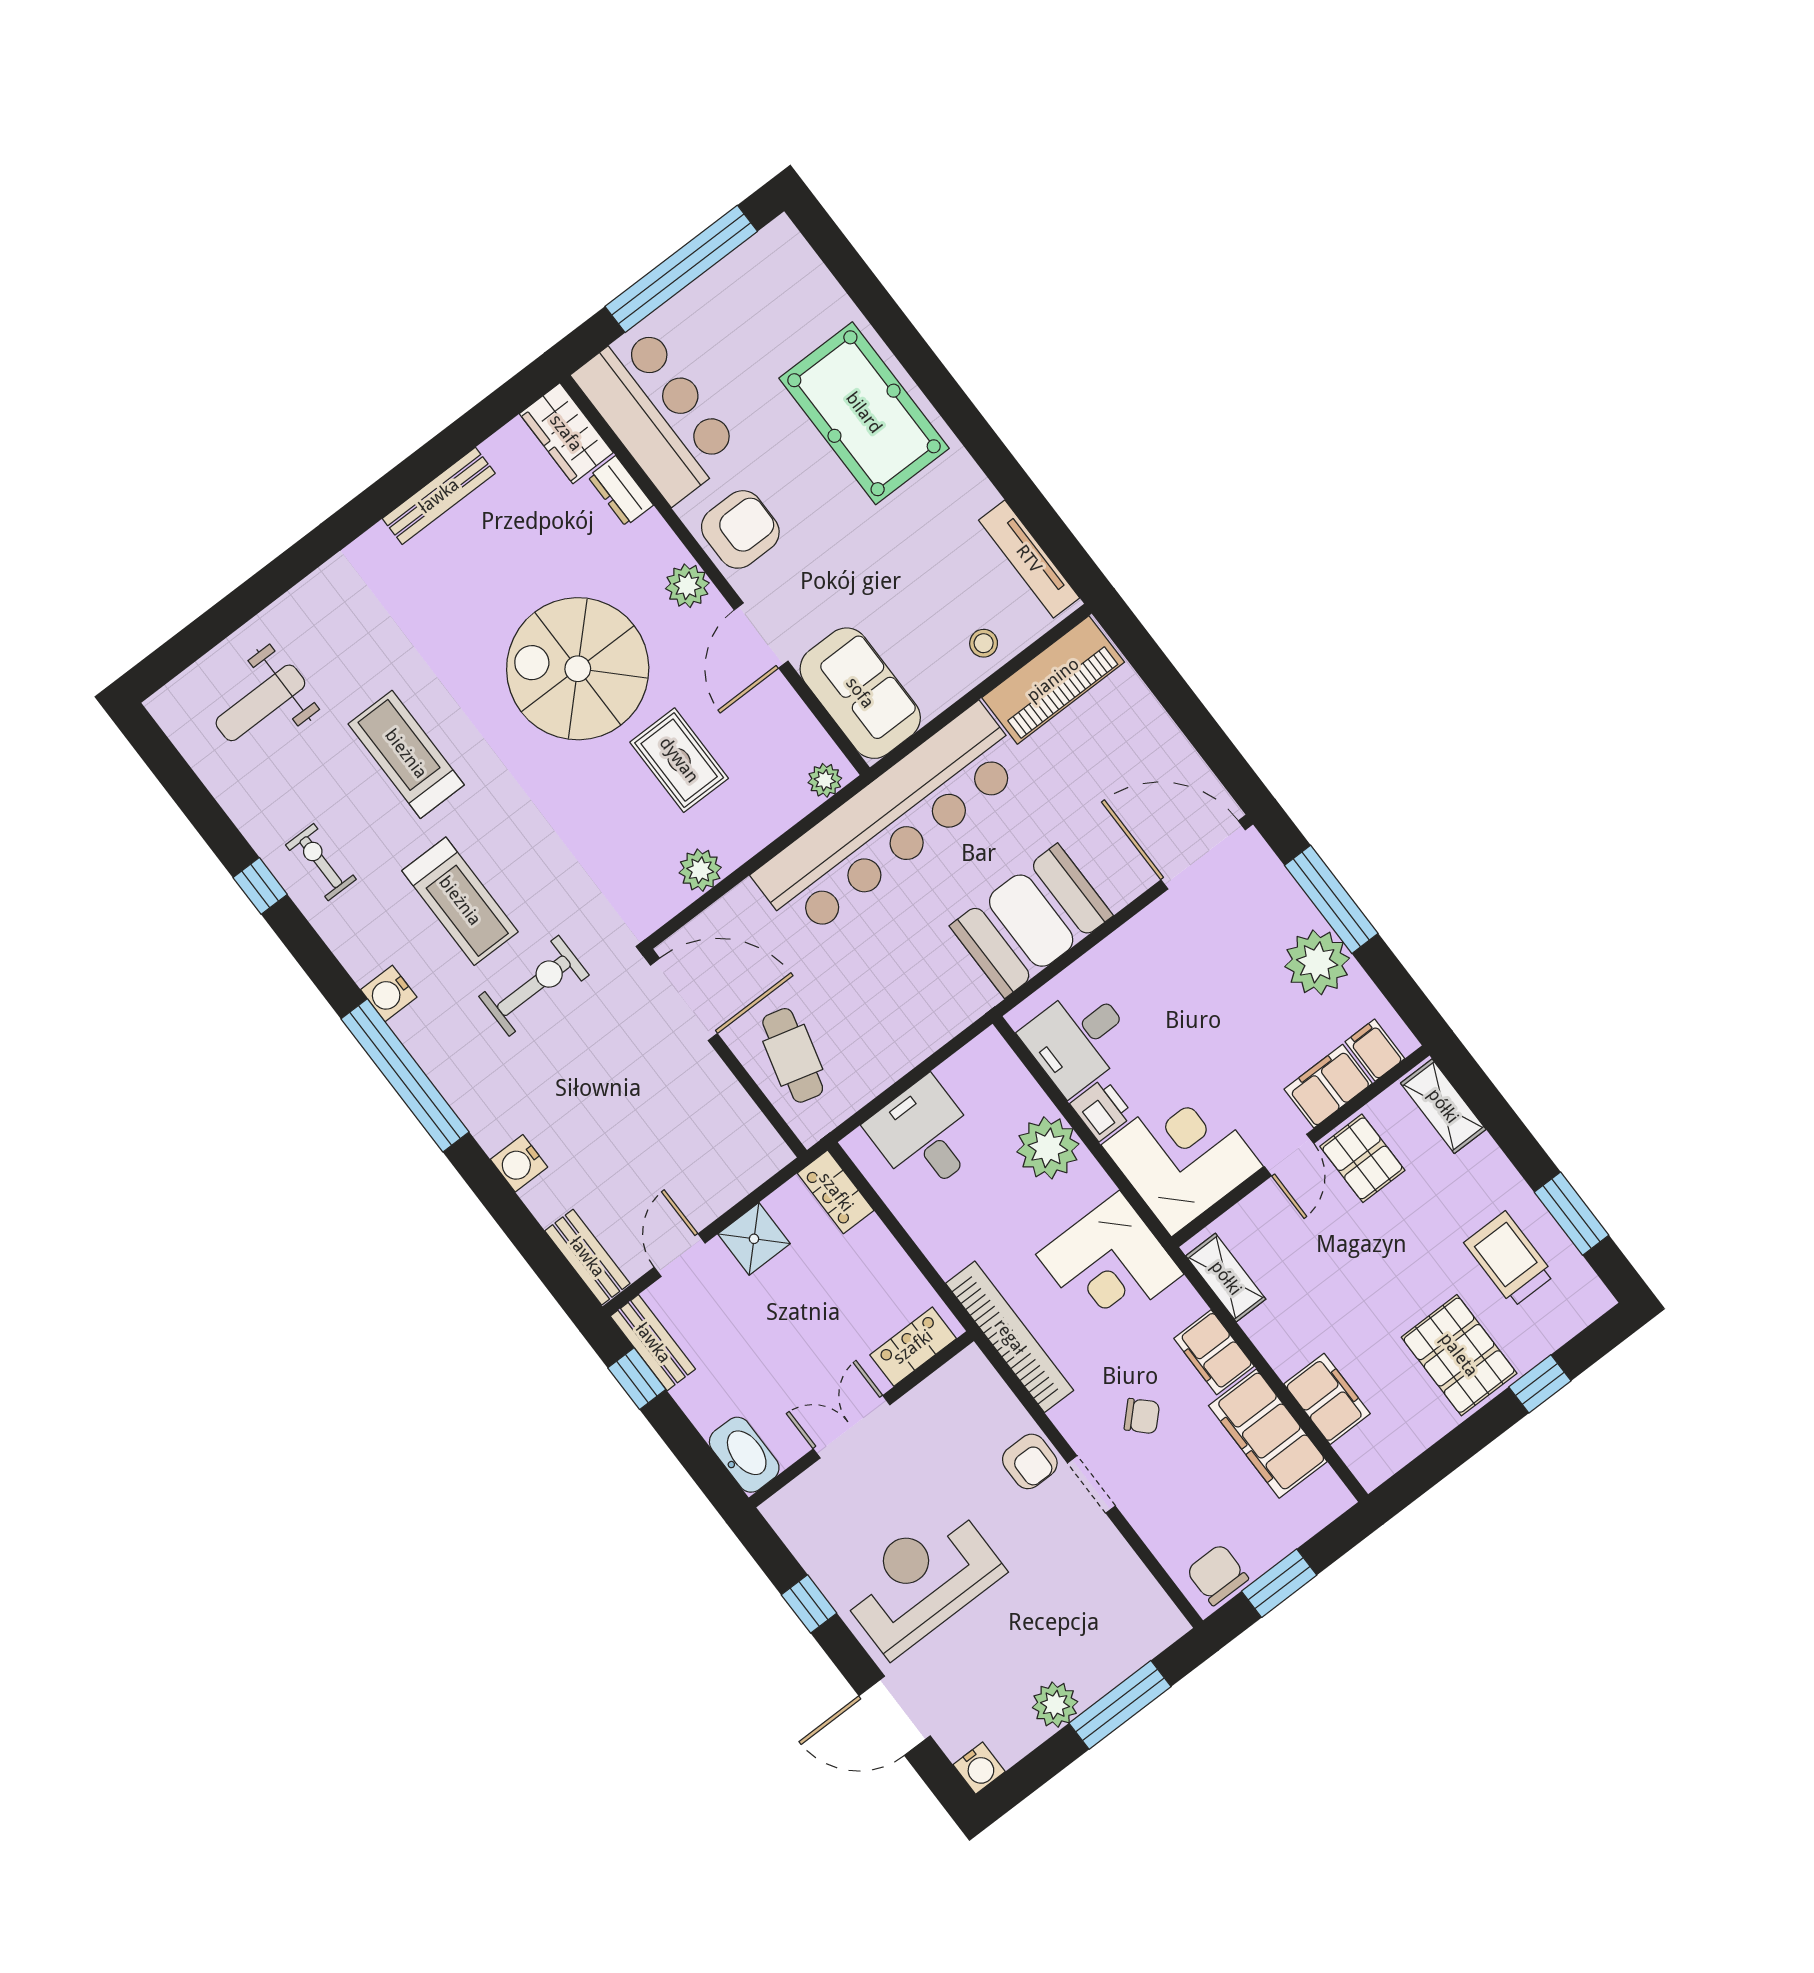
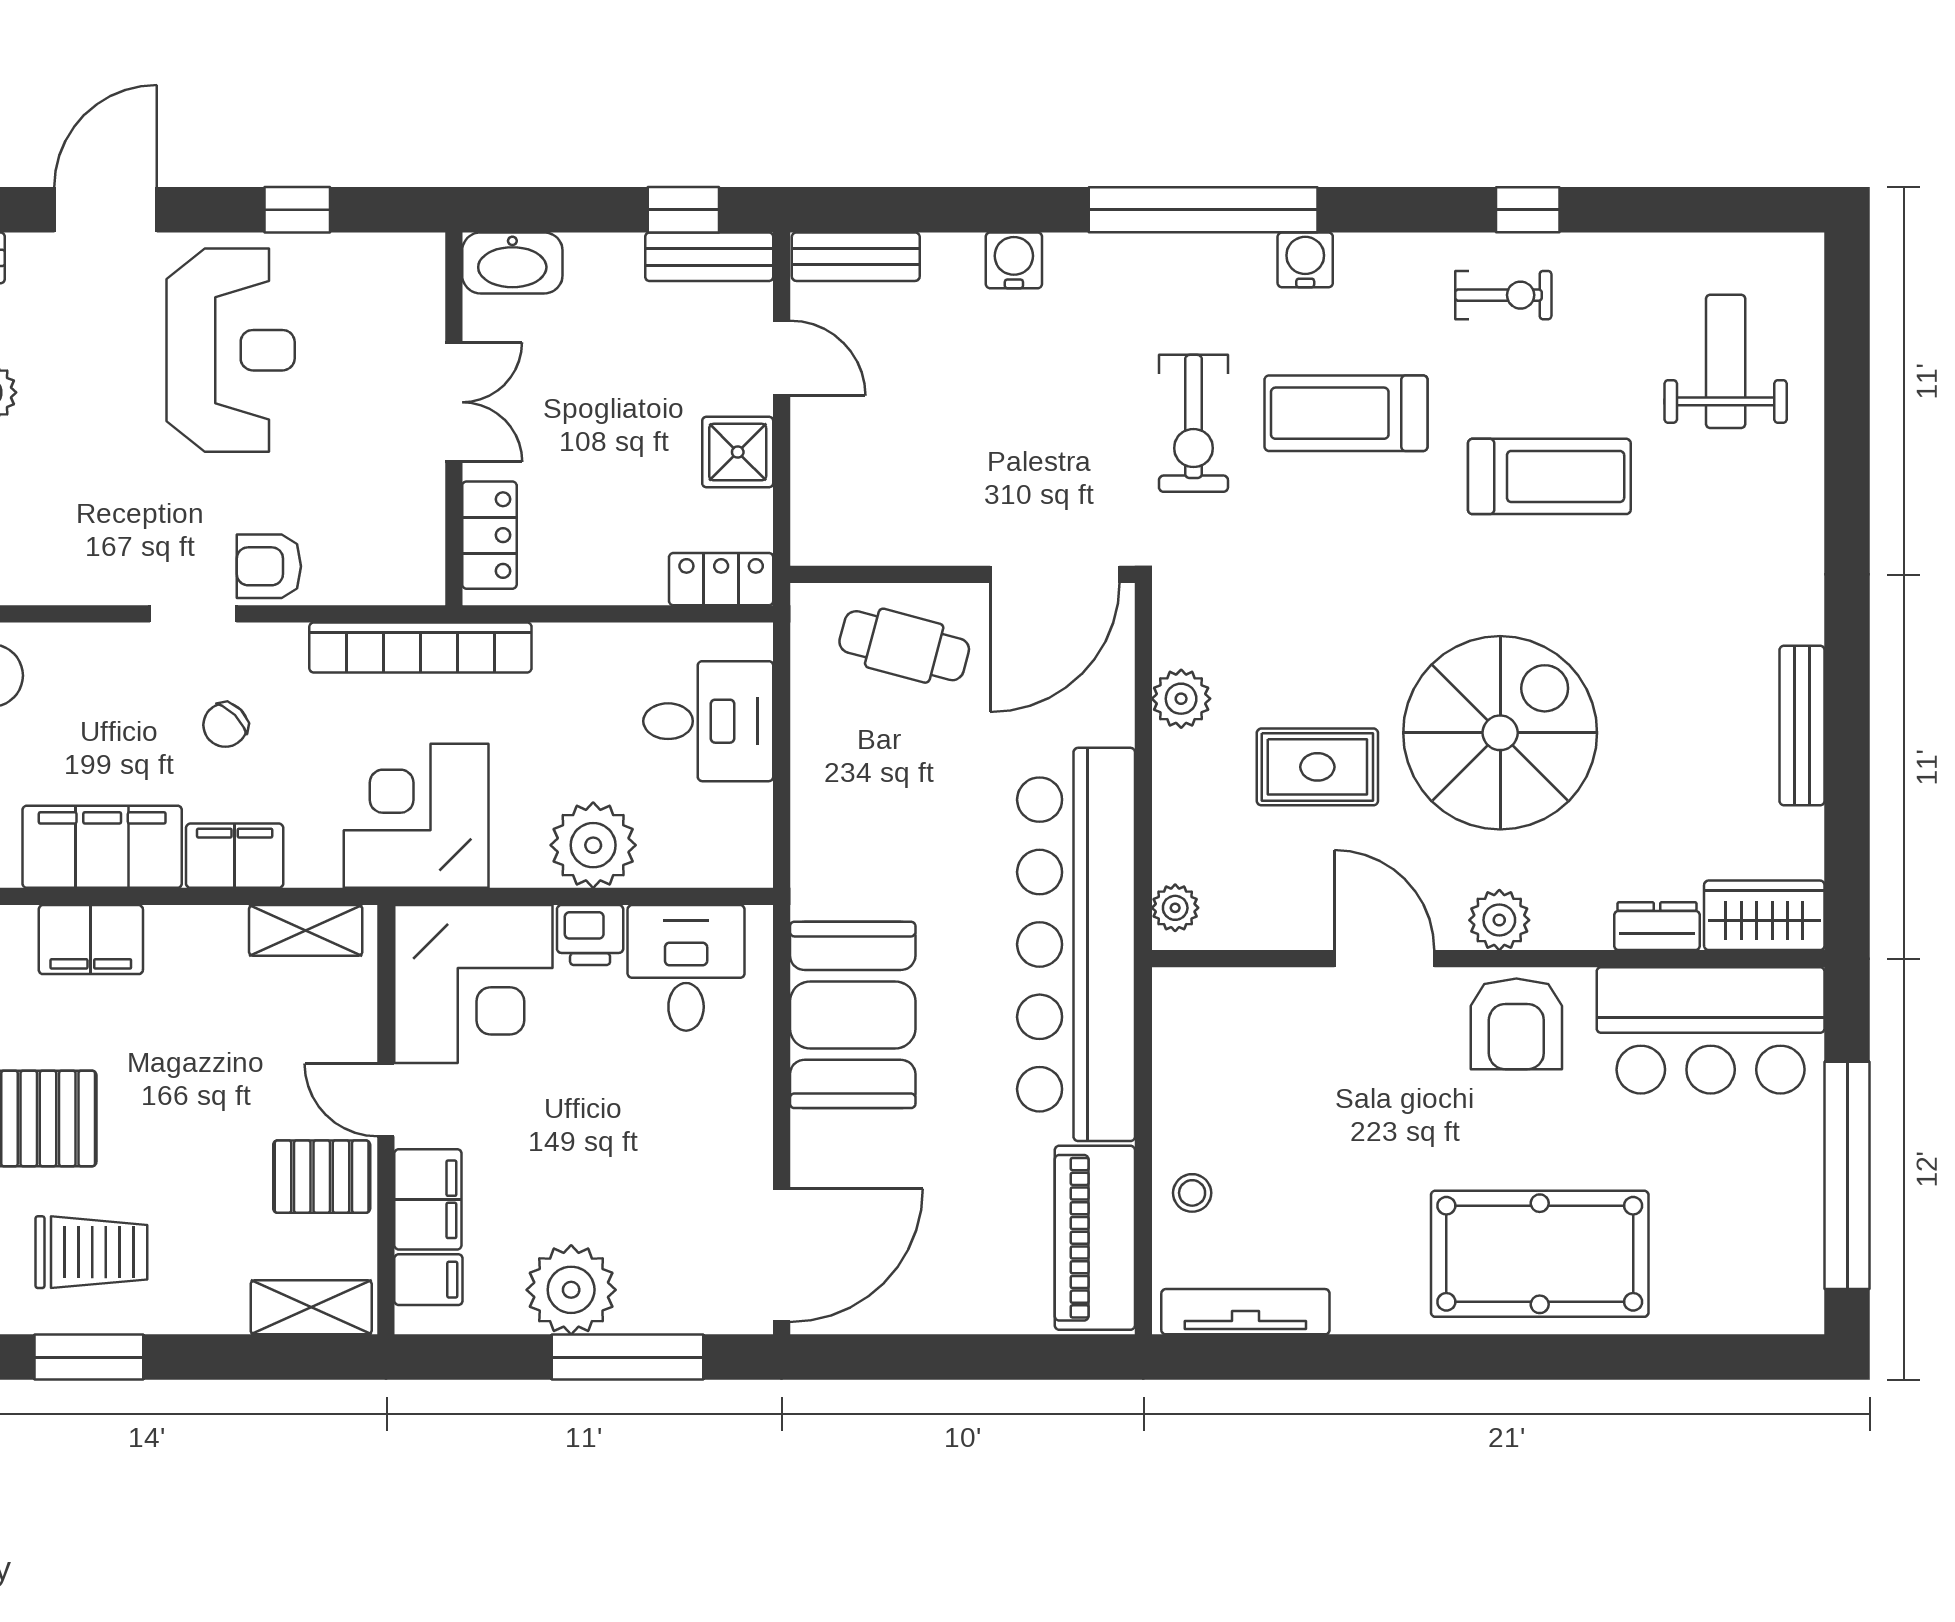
sofa: (860, 693) -> (1240, 1018), removed

